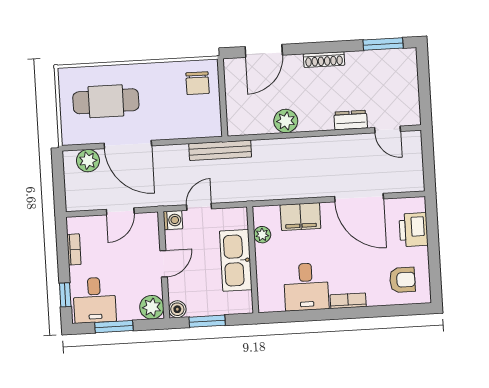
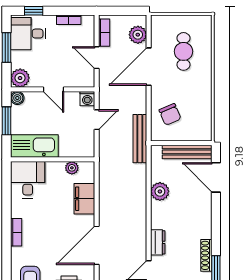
shoe rack: (324, 60) -> (206, 255), moved
chair: (198, 83) -> (170, 114), moved, turned -113
bench: (233, 89) -> (187, 152), added
cafe table: (106, 101) -> (183, 51), width x0.73, depth x0.74
bookcase: (88, 204) -> (104, 33), added
door: (199, 207) -> (97, 120), hinge flipped
kitchen sink: (236, 260) -> (34, 146), moved
desk: (306, 287) -> (28, 180), moved, turned 90

